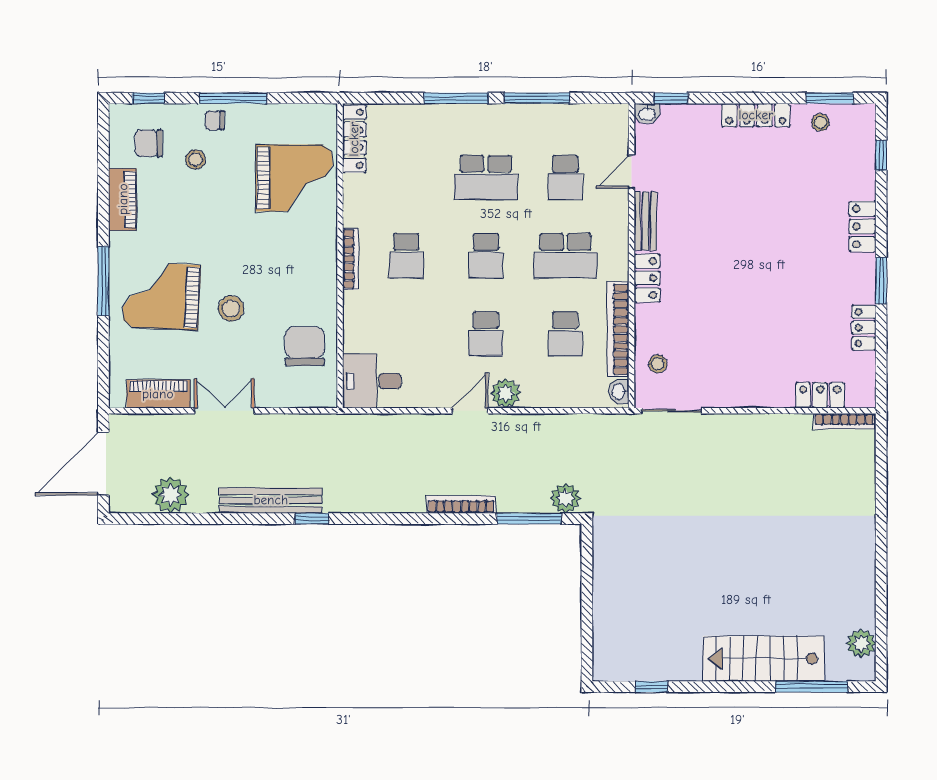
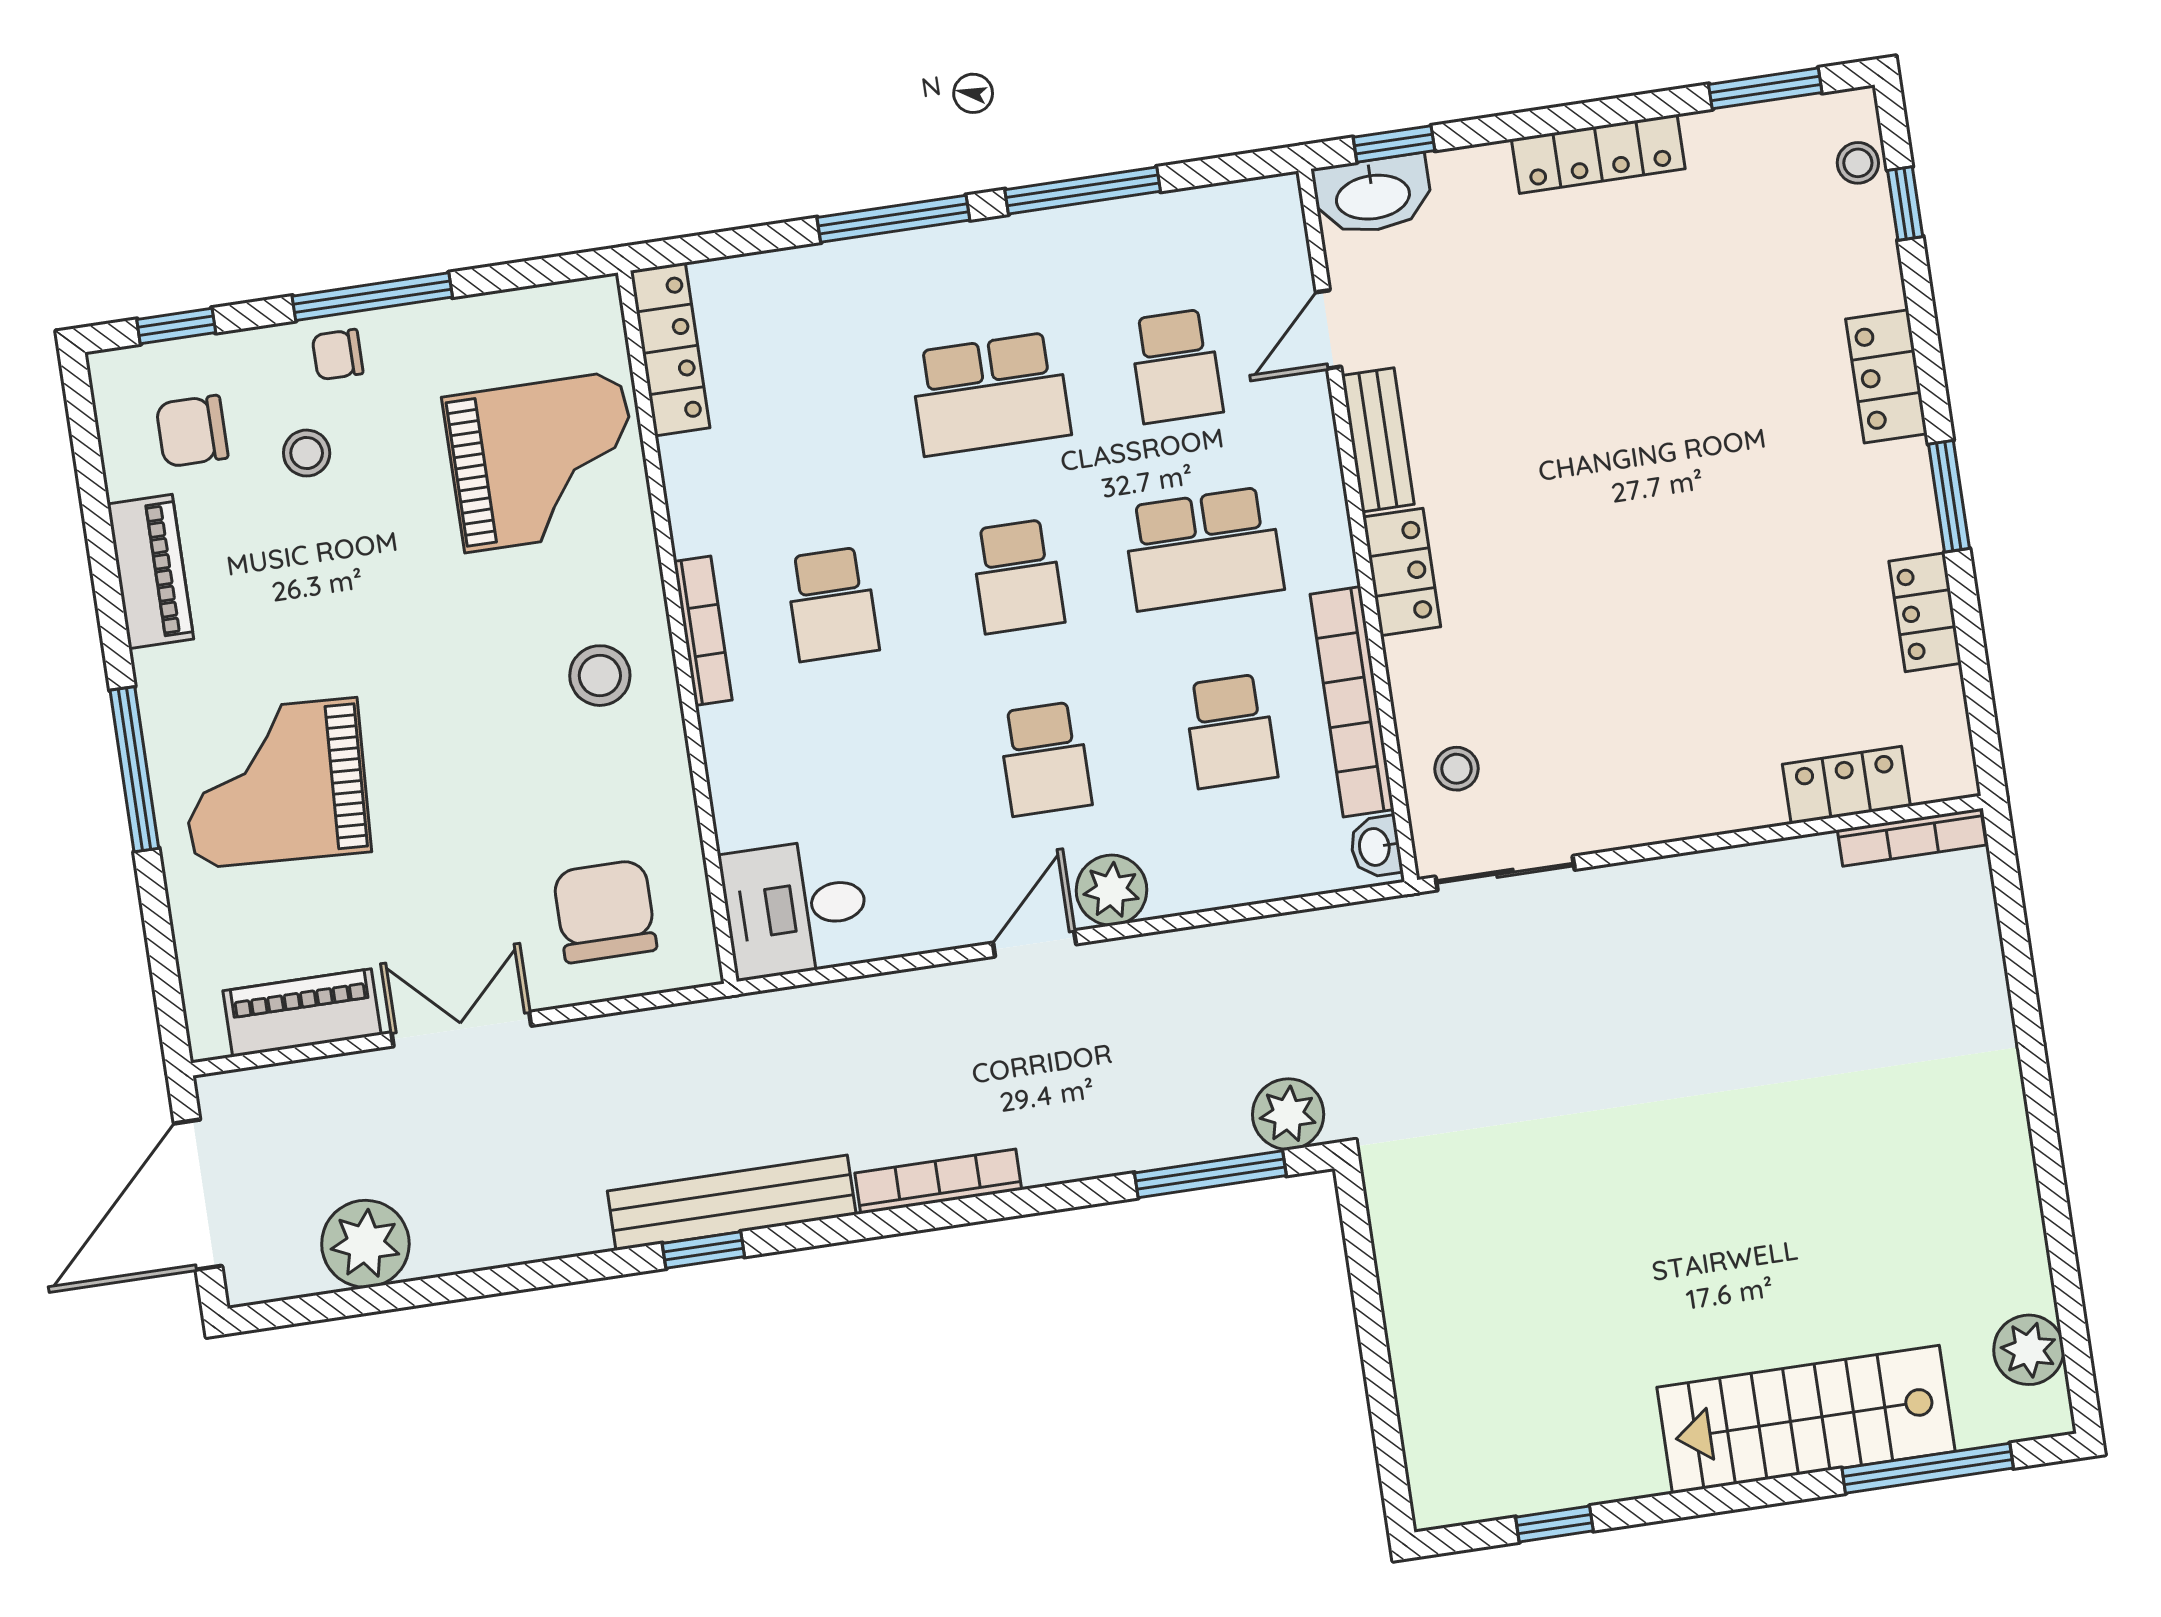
washbasin: (647, 114) -> (1373, 195), width x1.91, depth x1.45
stool: (820, 122) -> (1858, 163), moved
stool: (231, 309) -> (600, 676), moved
chair: (305, 346) -> (605, 911), moved
bench: (271, 500) -> (732, 1203), moved
bookcase: (461, 504) -> (938, 1181), moved

